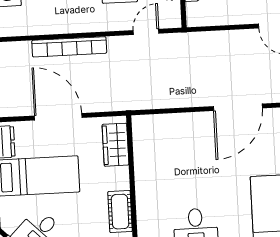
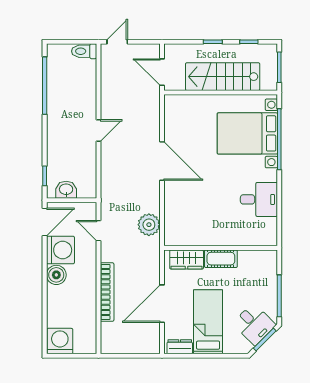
plant: (157, 95) -> (149, 225), added
cot: (120, 212) -> (221, 259), moved

